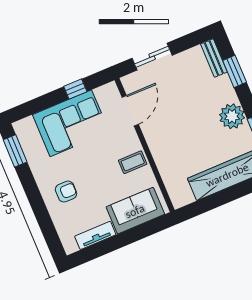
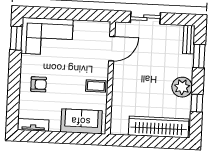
window: (75, 89) -> (80, 15), removed
corner sofa: (71, 123) -> (47, 37), moved
tv unit: (95, 235) -> (33, 125), moved

